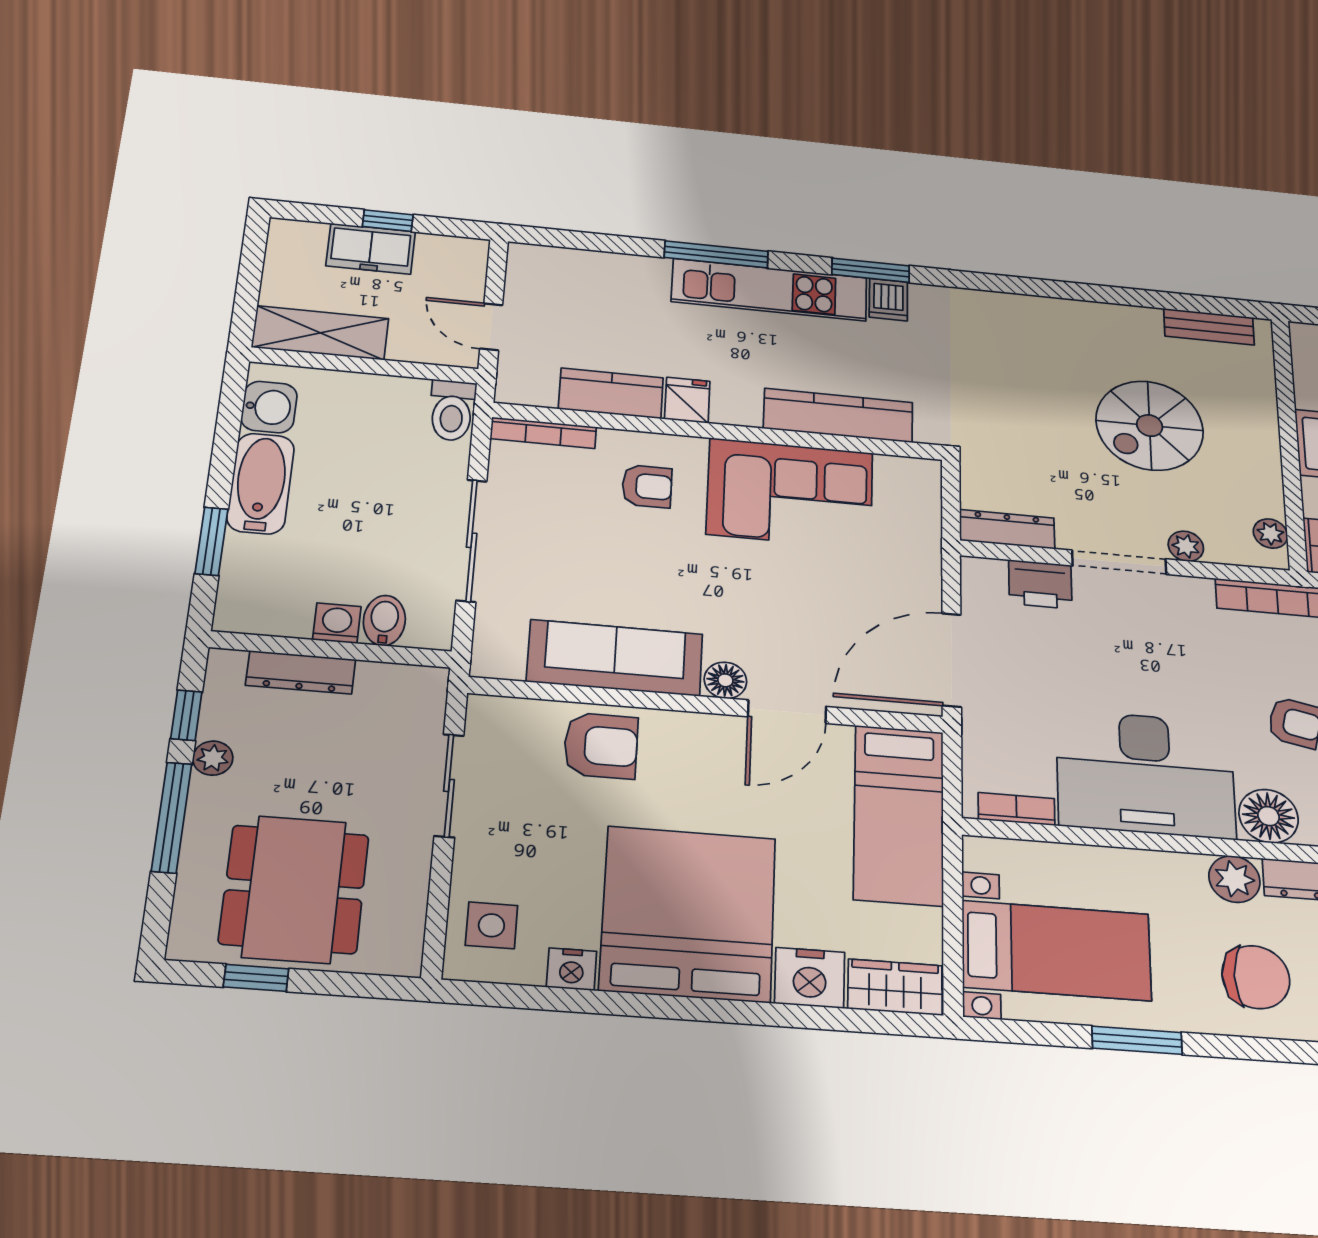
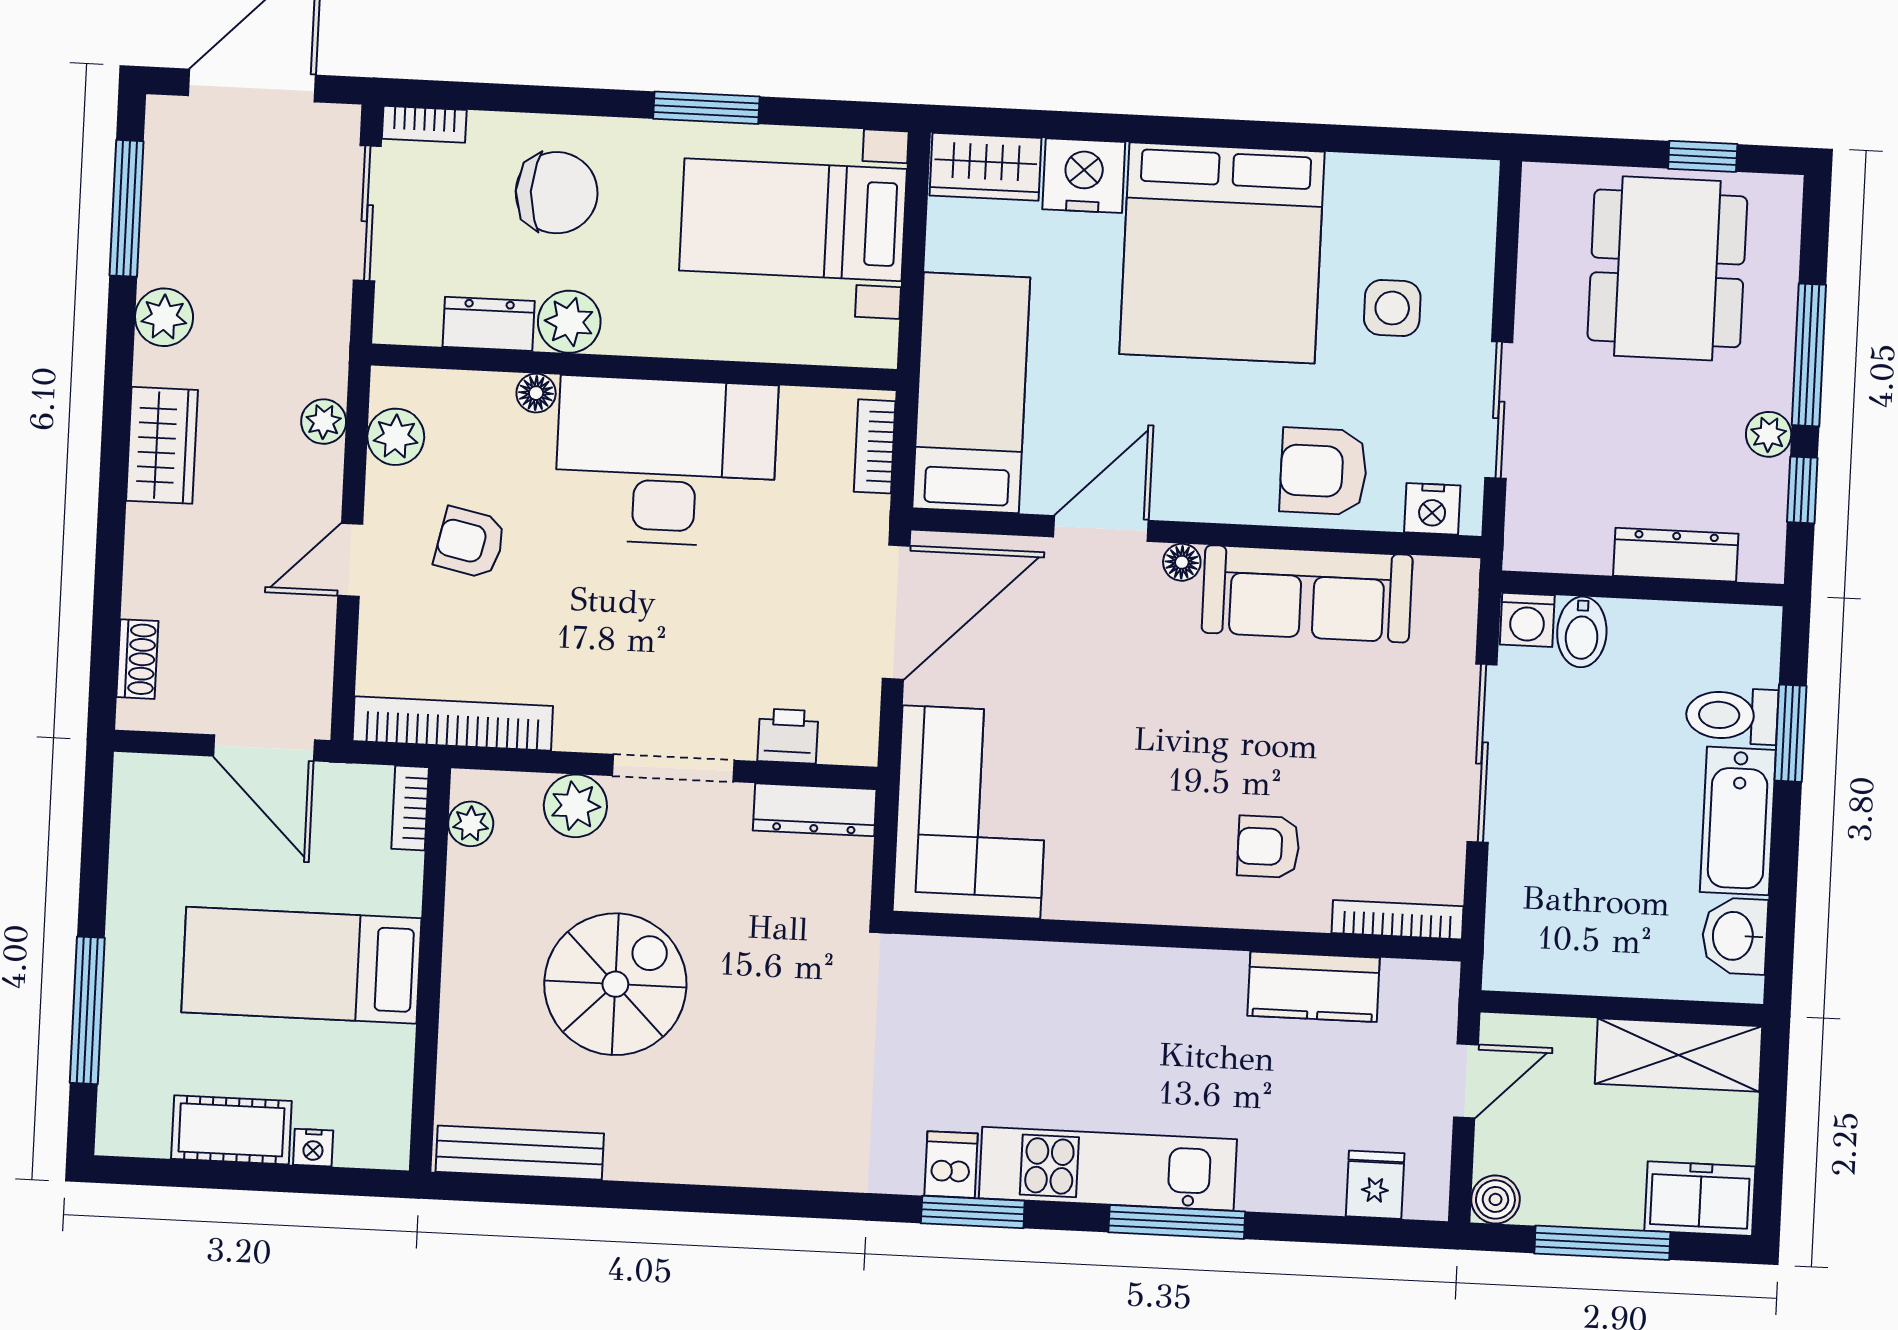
window: (388, 221) -> (1602, 1243), width x2.17
freezer: (371, 249) -> (1700, 1199), moved
boiler: (470, 252) -> (1495, 1199), added
door: (491, 327) -> (1466, 1081), hinge flipped
bench: (1209, 327) -> (520, 1153), width x1.36
fridge: (687, 400) -> (1375, 1185), moved, turned 180
toilet: (452, 410) -> (1732, 716), moved, turned -90
kitchen counter: (838, 415) -> (1024, 972), removed
corner sofa: (790, 493) -> (971, 812), moved, turned 90
plant: (1186, 546) -> (575, 806), width x1.38, depth x1.38
printer: (1040, 584) -> (788, 736), width x0.73, depth x0.81
washing machine: (337, 623) -> (1527, 620), moved
floor lamp: (725, 680) -> (1182, 562), width x0.73, depth x0.73
bookcase: (1016, 809) -> (875, 446), moved, turned 90
floor lamp: (1269, 816) -> (536, 393), width x0.53, depth x0.53
side table: (491, 925) -> (1392, 308), moved
nightstand: (572, 969) -> (1432, 509), moved, turned 180
chair: (1256, 977) -> (557, 193), turned 180

